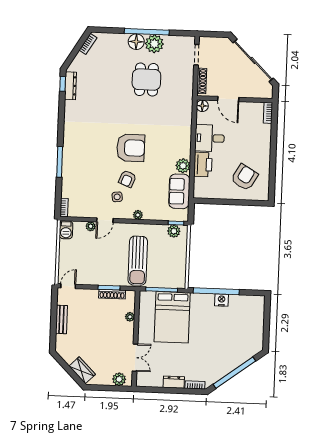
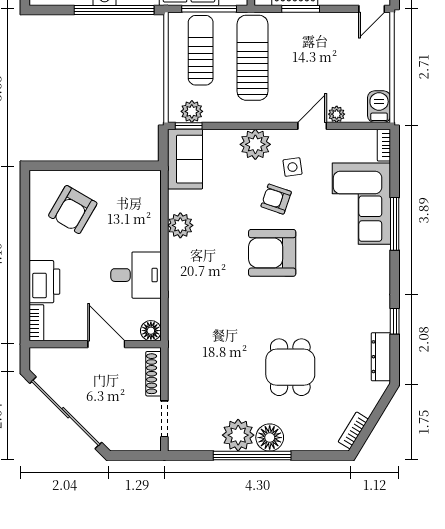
dining table: (146, 80) -> (290, 367), moved
window: (63, 84) -> (395, 321), moved
printer: (203, 165) -> (44, 282), moved, turned 180
corner sofa: (78, 174) -> (361, 204), added
armchair: (127, 179) -> (276, 199), turned -93
sofa: (179, 191) -> (185, 159), moved
plant: (138, 215) -> (255, 144), width x1.88, depth x1.88
sun lounger: (167, 266) -> (201, 50), added

